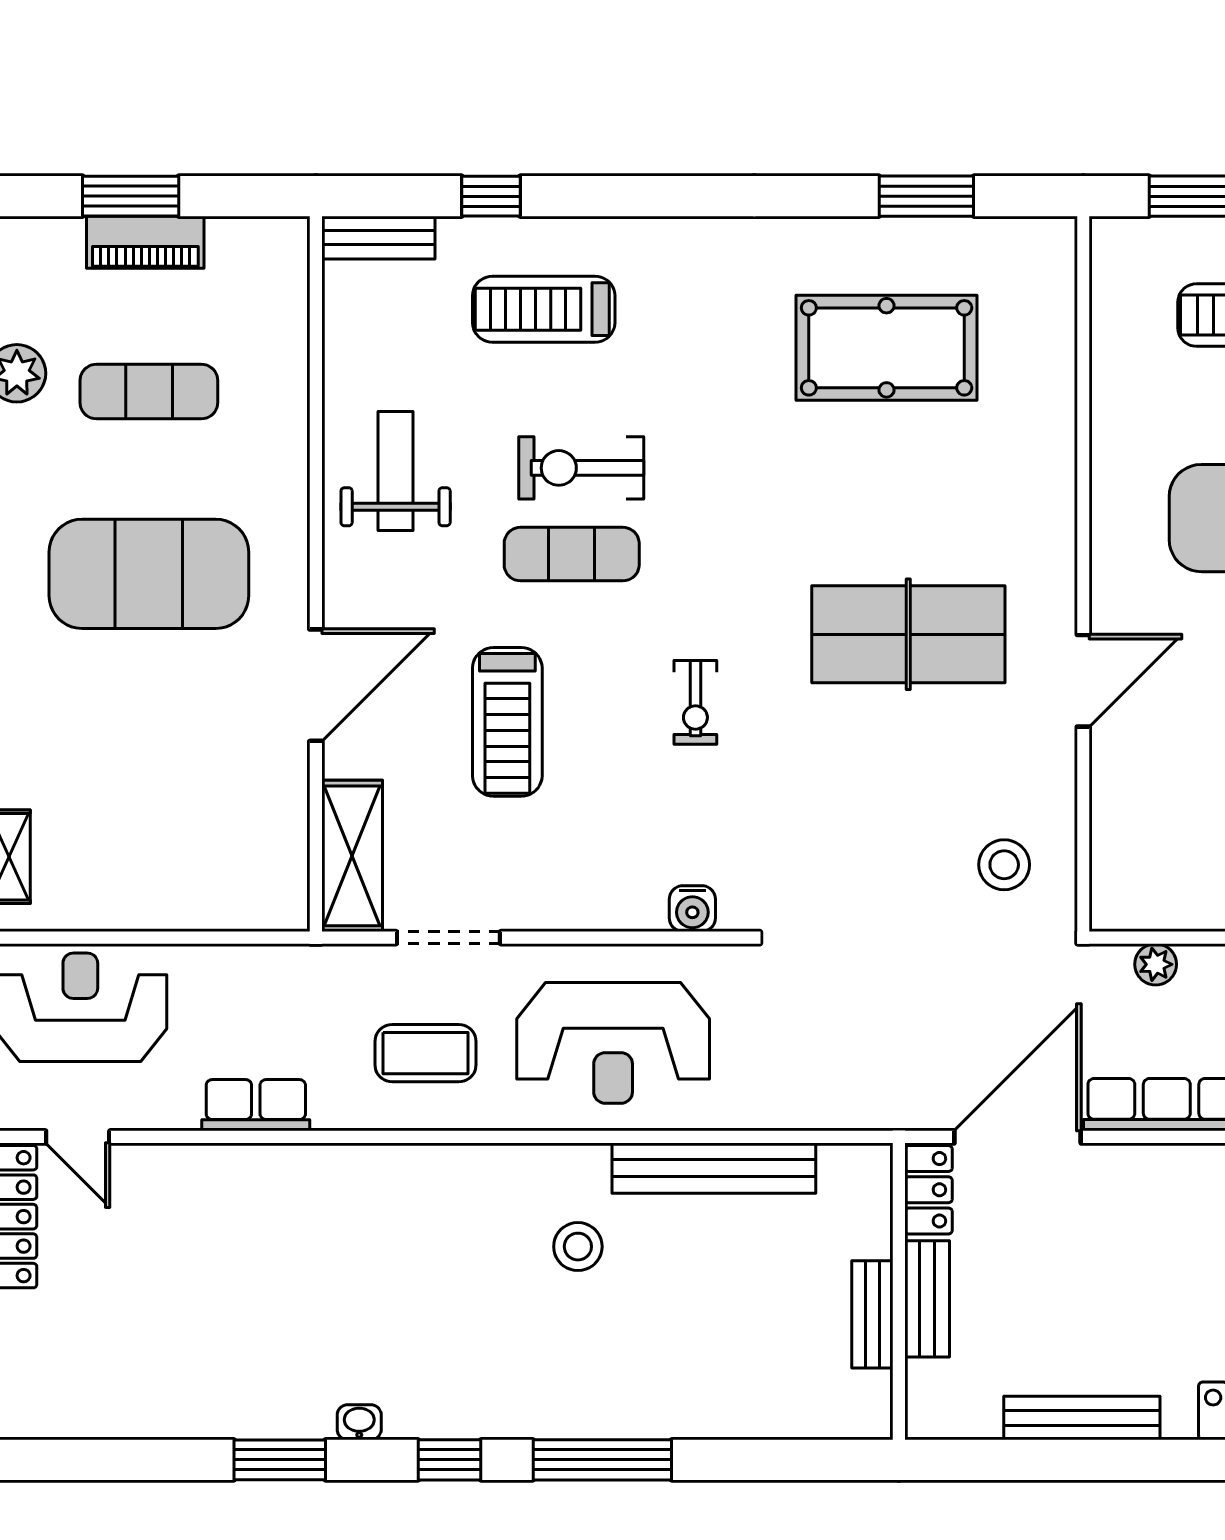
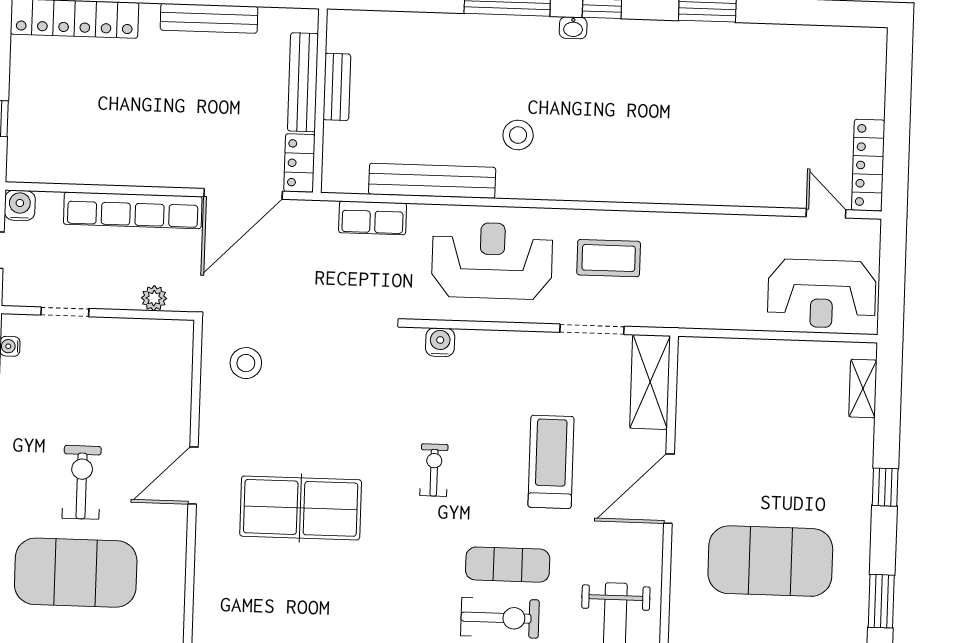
row of seats: (256, 1105) -> (373, 218), moved
bench: (927, 1299) -> (303, 82), width x1.36
washbasin: (359, 1422) -> (573, 28), moved

